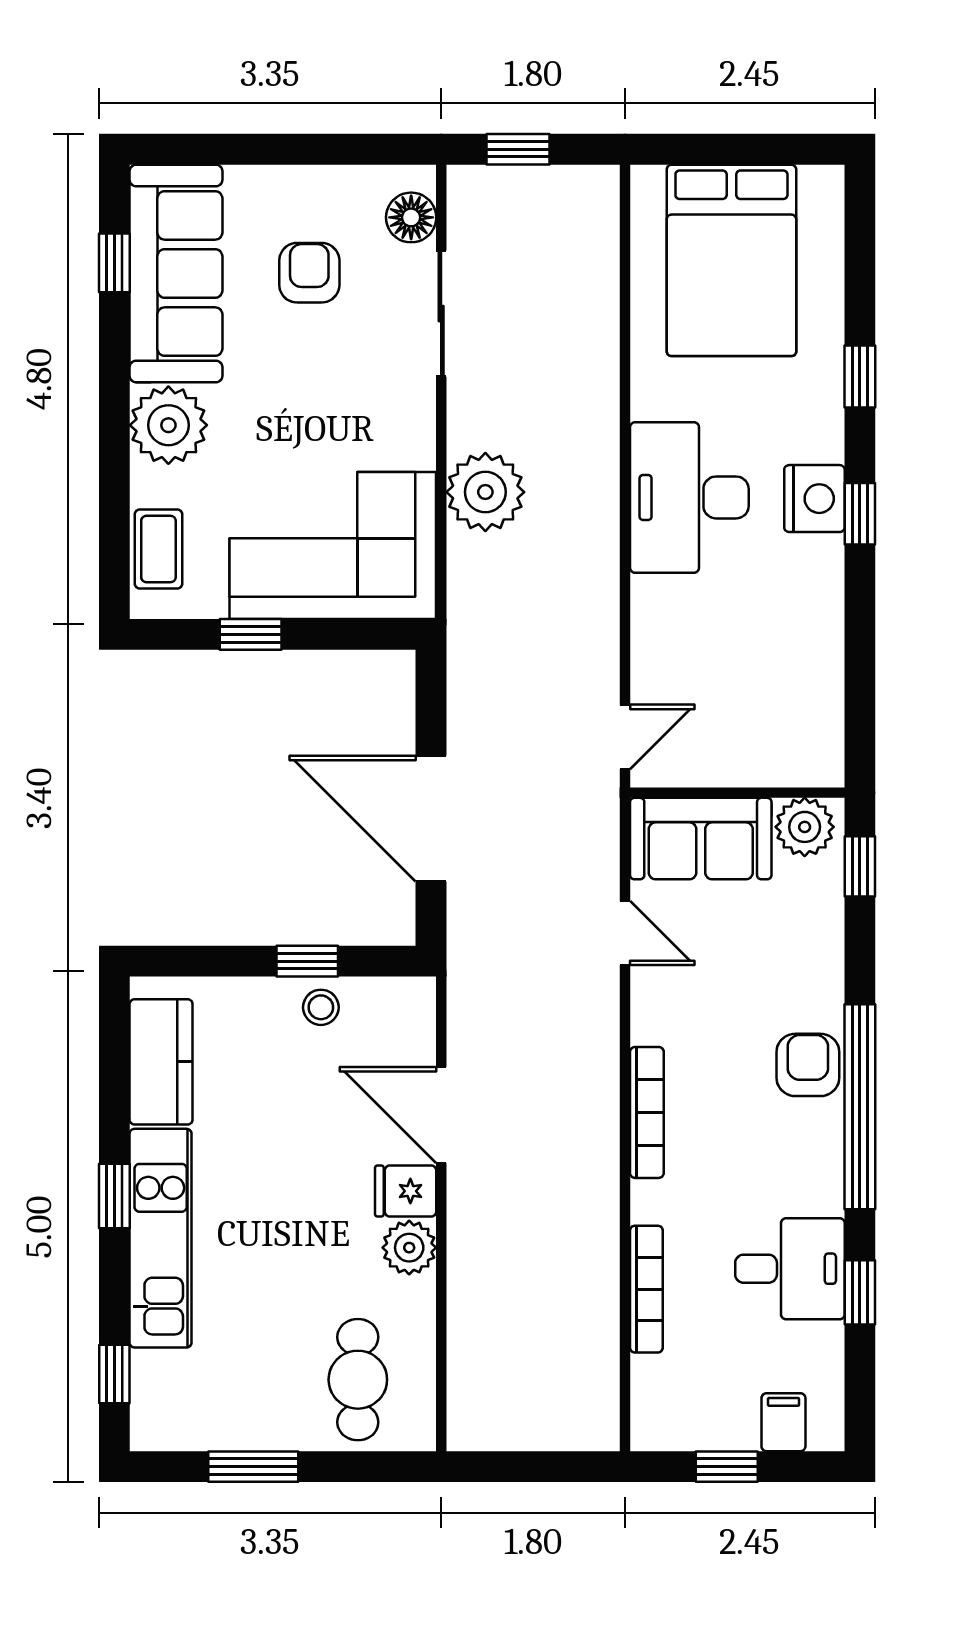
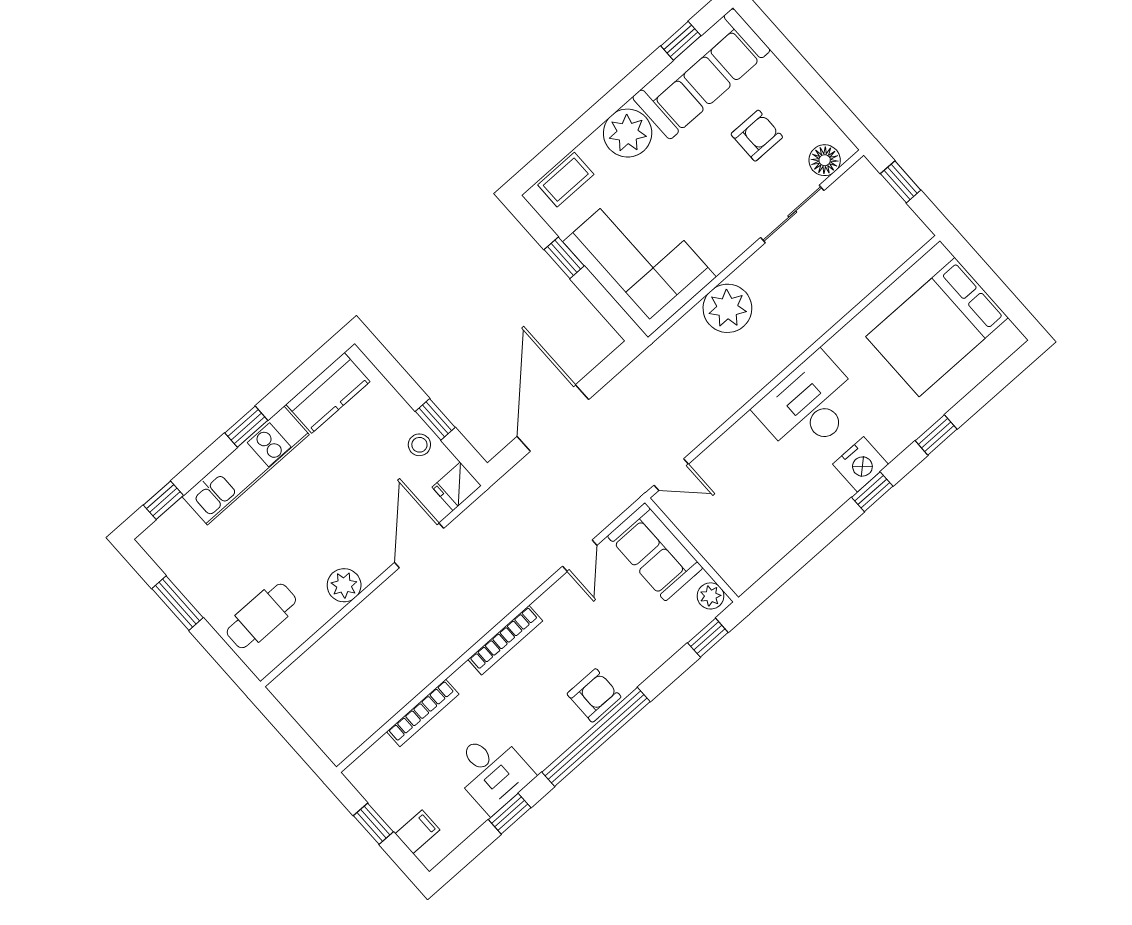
plant: (805, 827) -> (711, 596), width x0.73, depth x0.73
fridge: (406, 1191) -> (457, 486), moved, turned -90

